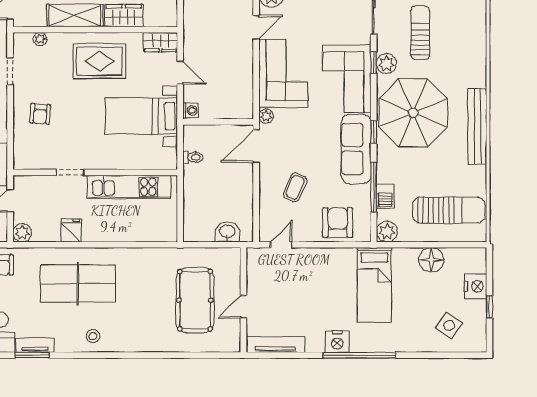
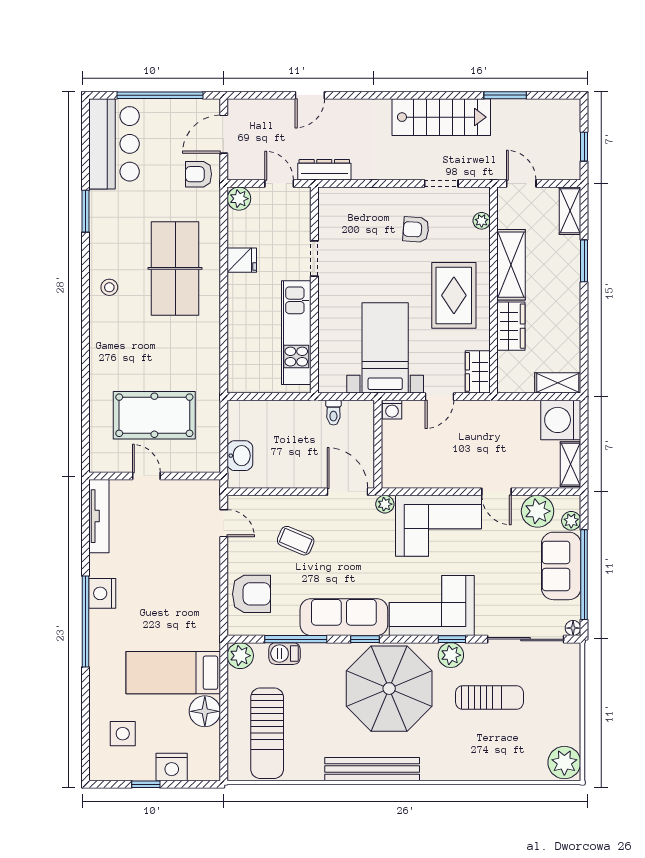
armchair: (40, 114) -> (416, 230), moved
bed: (374, 285) -> (173, 673), moved
side table: (449, 325) -> (123, 734), turned -35
tv unit: (35, 345) -> (98, 215), removed

